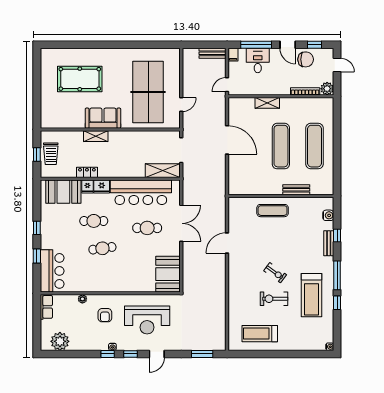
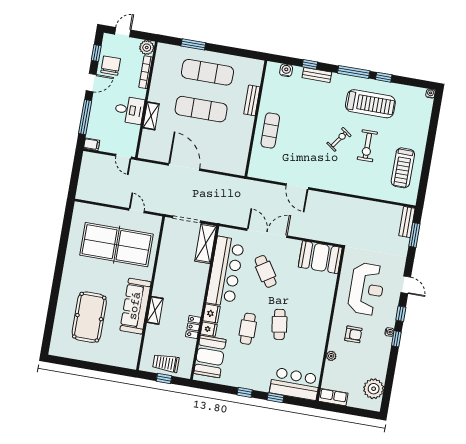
bench: (213, 53) -> (407, 222), moved
desk: (258, 60) -> (129, 110), moved, turned 180
sofa: (103, 118) -> (135, 306), width x1.36
window: (337, 129) -> (193, 44), added
door: (227, 140) -> (184, 167), hinge flipped
trolley: (51, 154) -> (166, 363), turned 180
cafe table: (147, 228) -> (266, 271), turned -33

